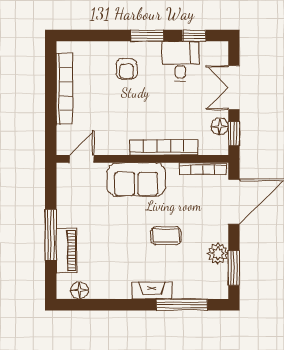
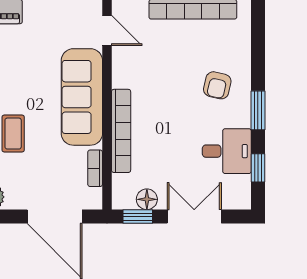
armchair: (127, 69) -> (217, 85), turned -77
bookcase: (203, 169) -> (95, 168), width x0.64
sofa: (136, 179) -> (82, 97), width x1.36

